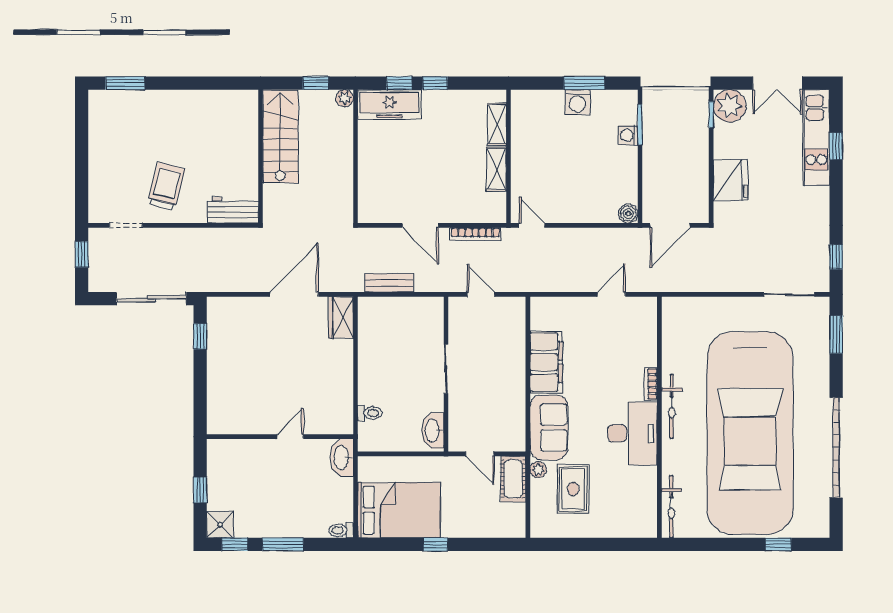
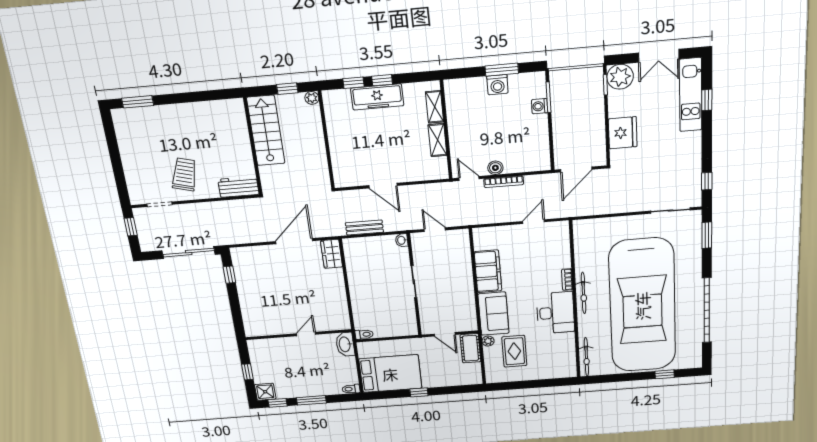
freezer: (389, 104) -> (377, 97), moved
boiler: (628, 214) -> (495, 168), moved
bookcase: (475, 234) -> (504, 182), moved
toilet: (370, 413) -> (364, 334), moved
washbasin: (433, 431) -> (402, 240), moved, width x0.52, depth x0.69

